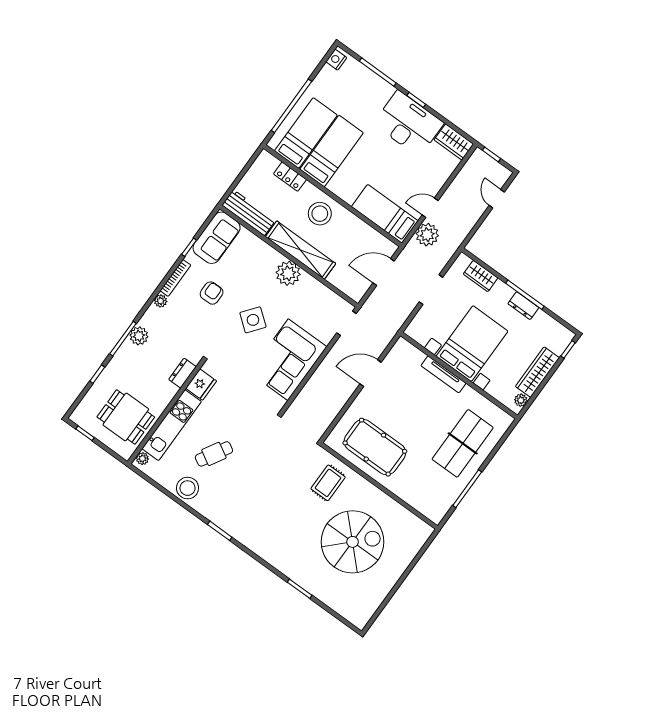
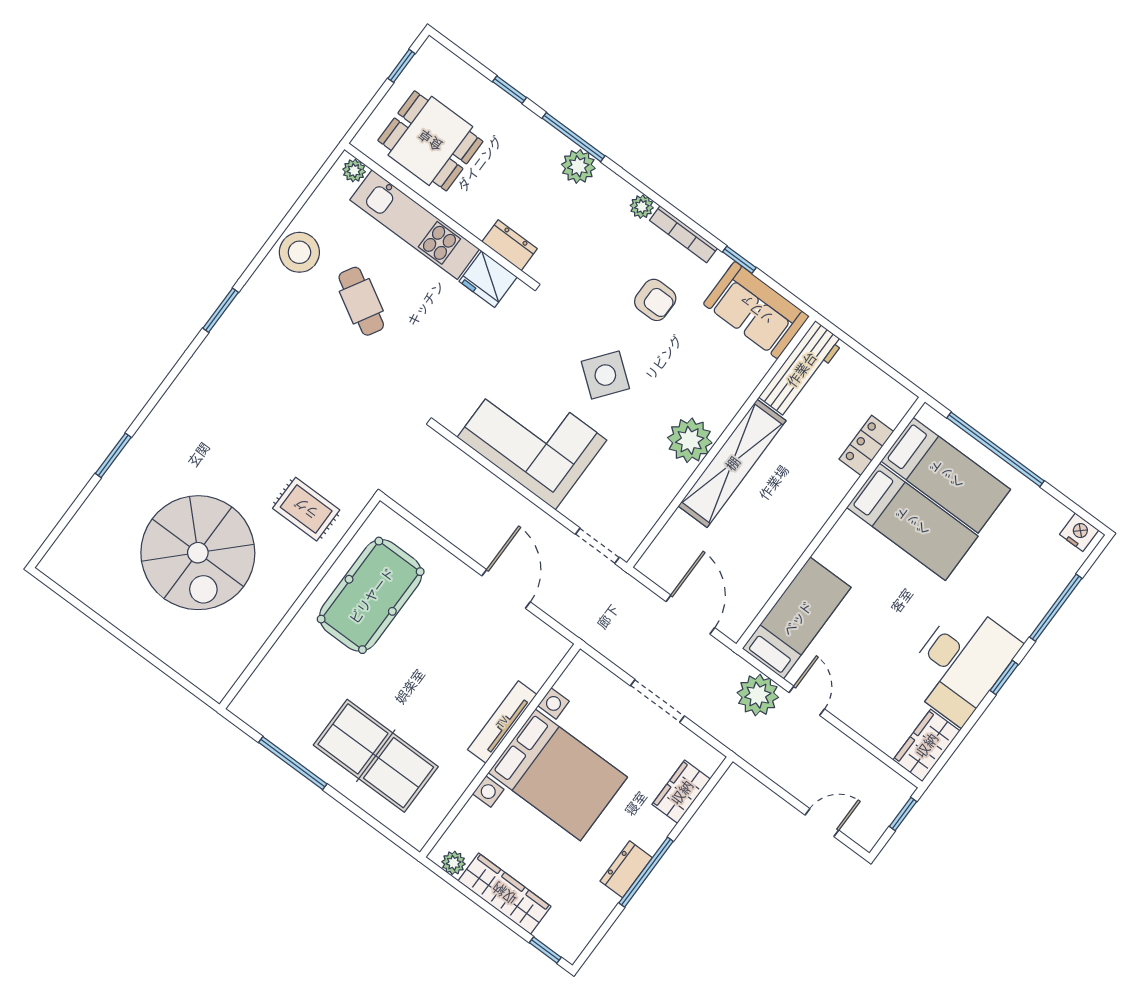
stool: (320, 214) -> (798, 499), removed
dining table: (126, 417) -> (430, 141), turned 90

